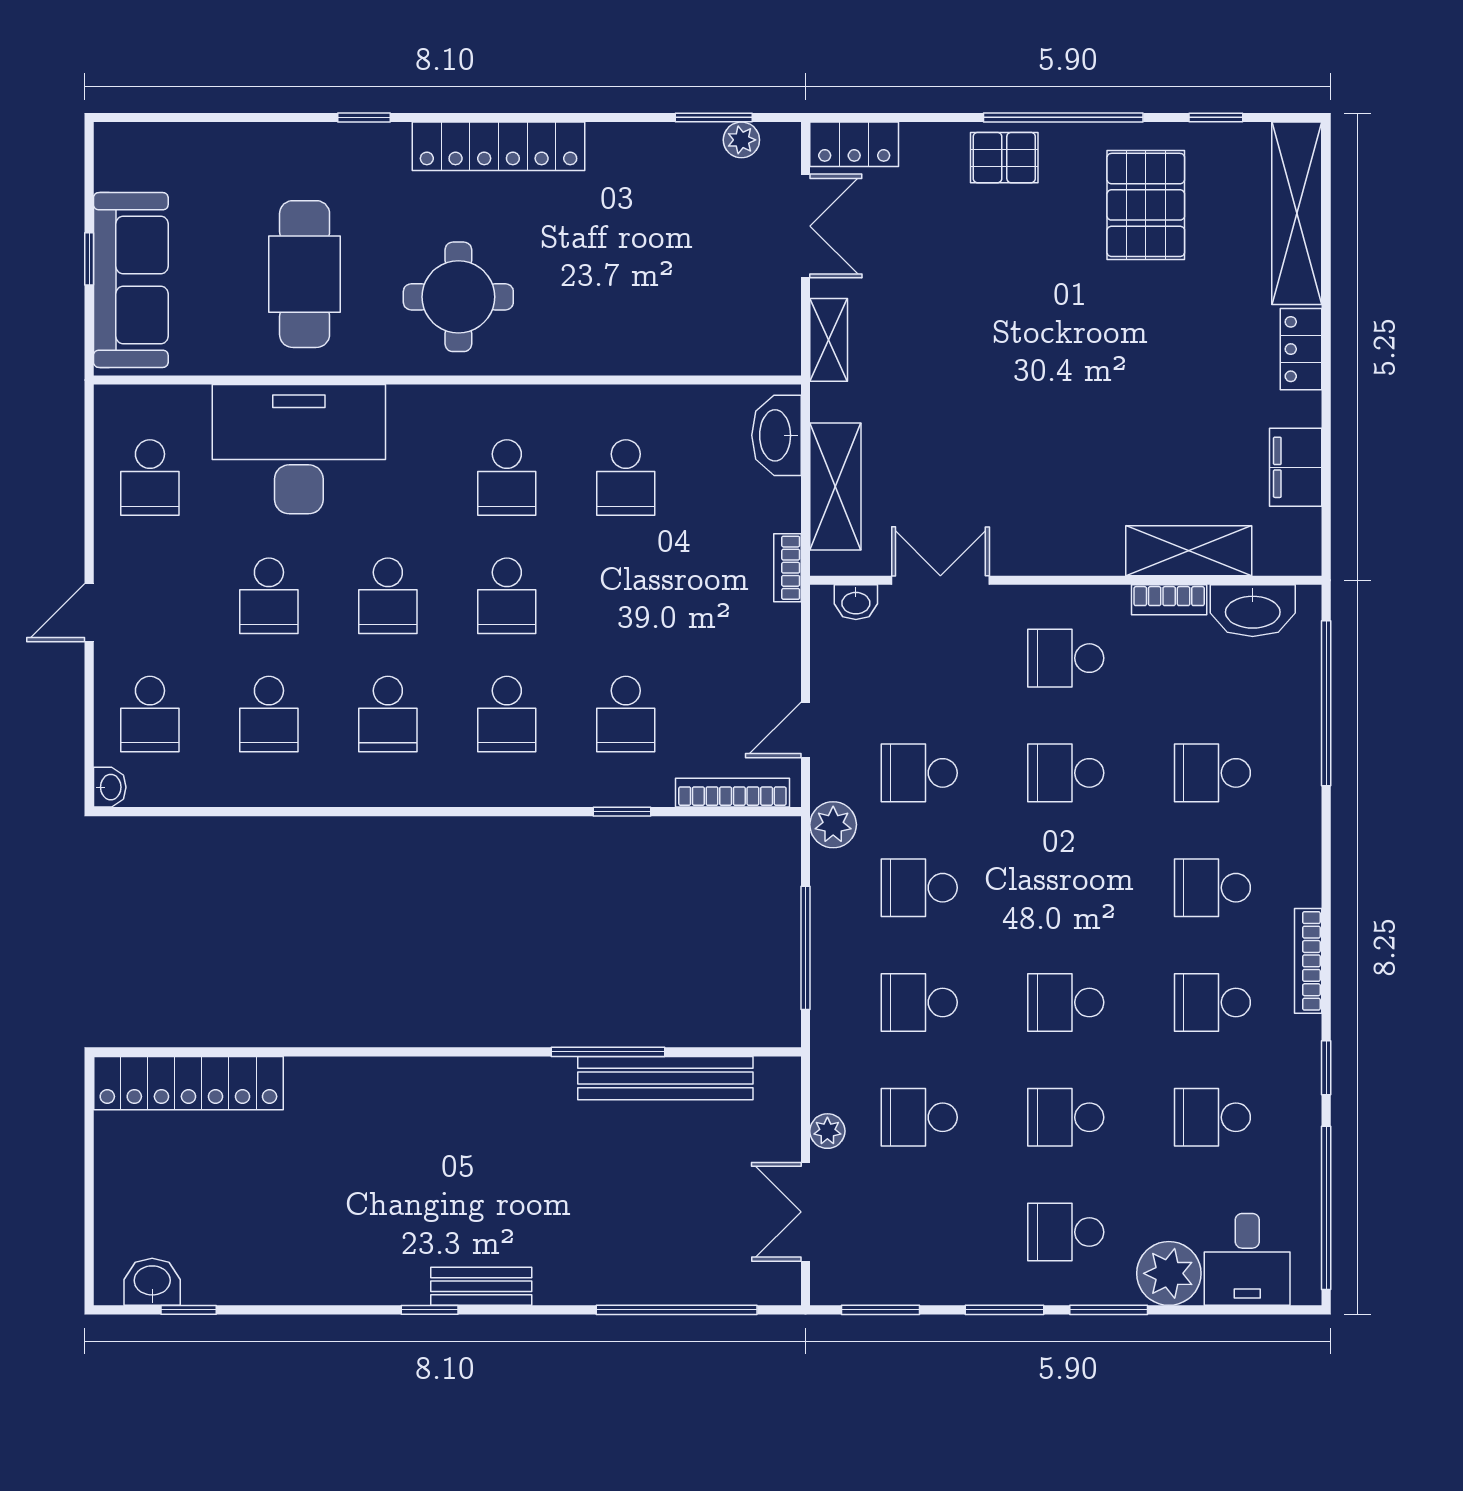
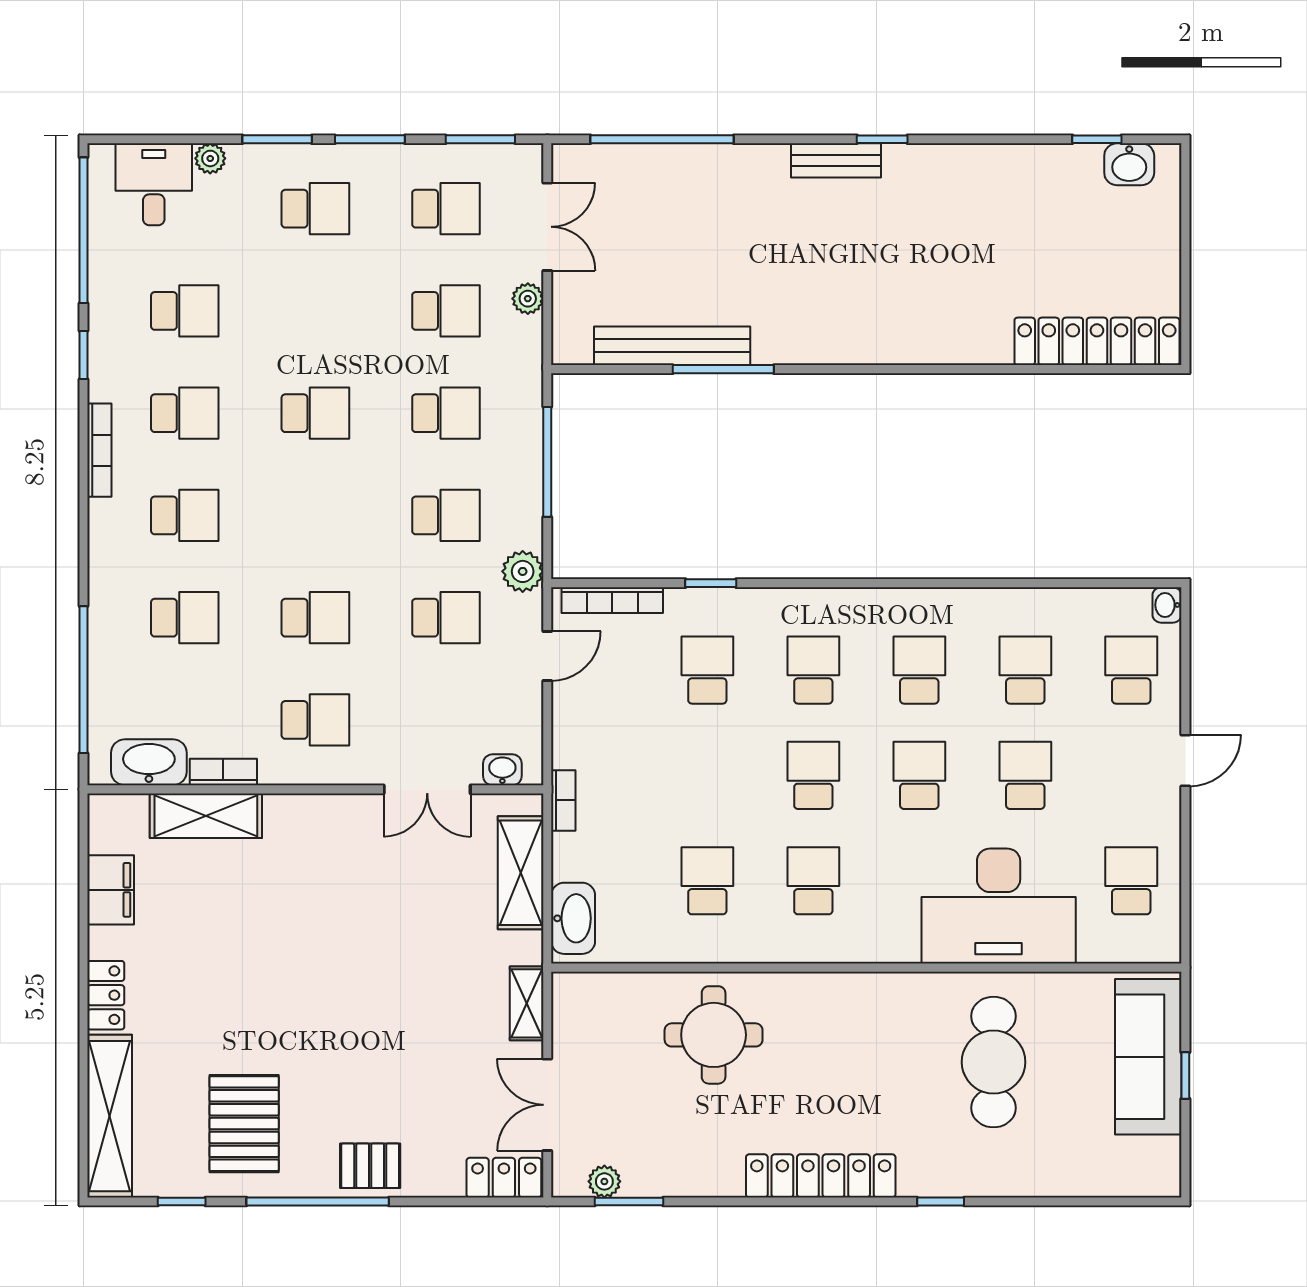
round table: (458, 297) -> (714, 1035), moved
school desk: (1066, 1117) -> (446, 209), moved
plant: (1169, 1273) -> (210, 158), width x0.53, depth x0.53

